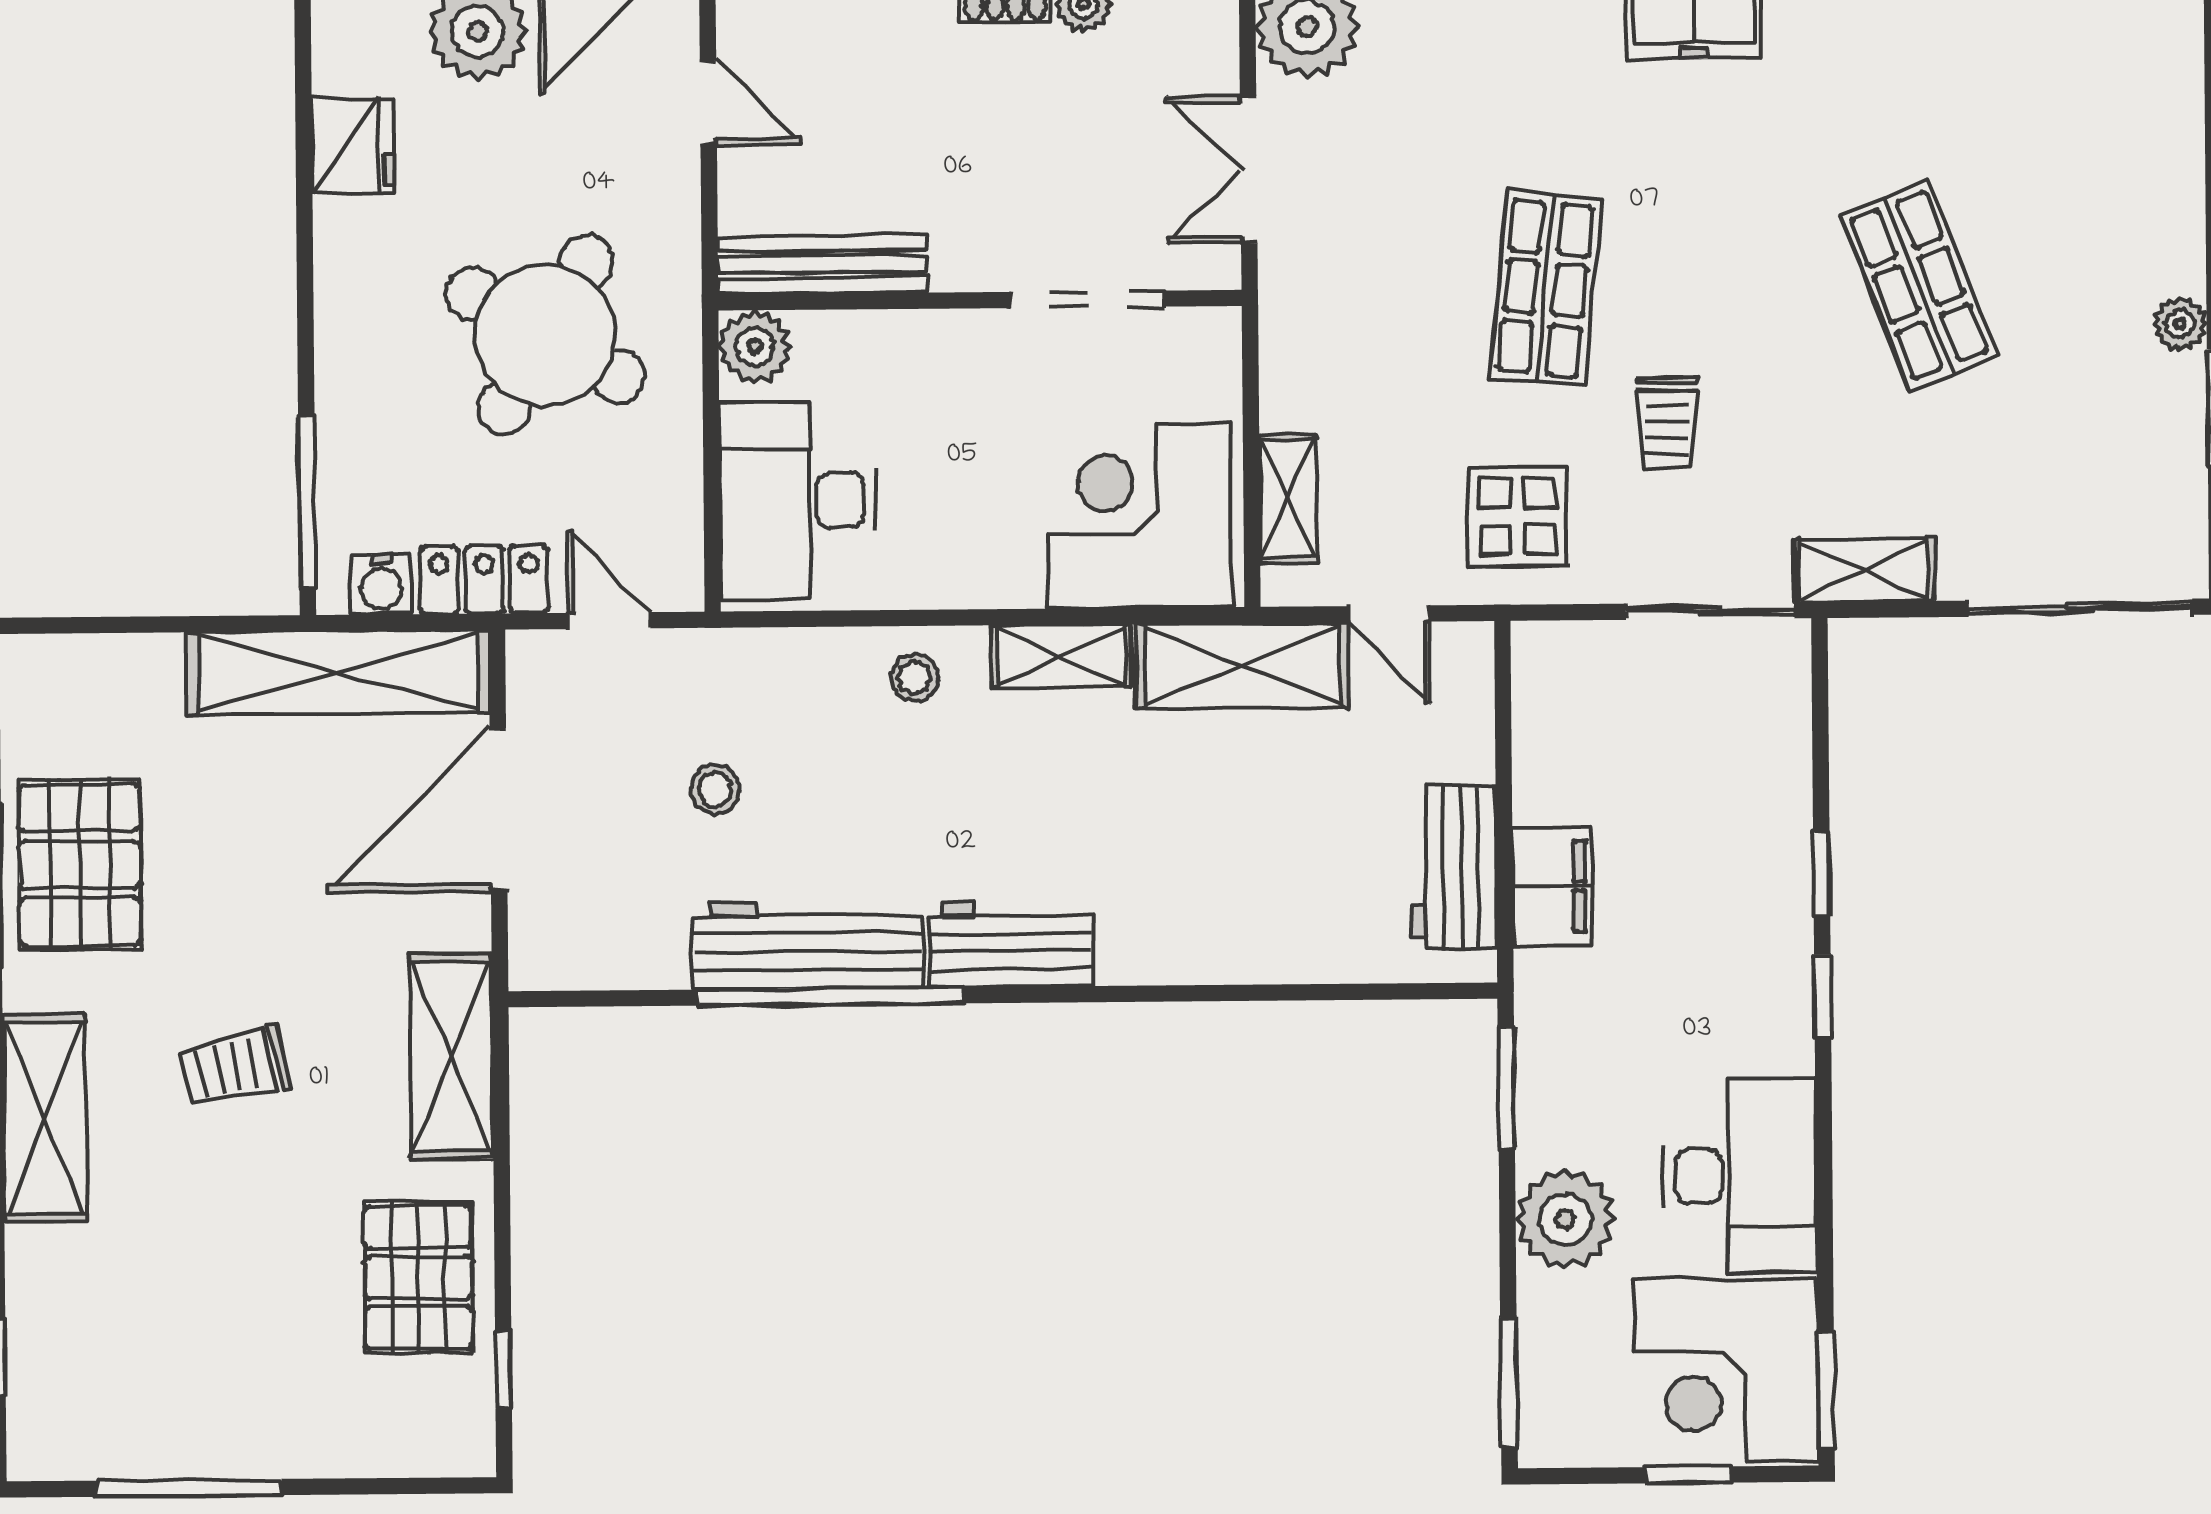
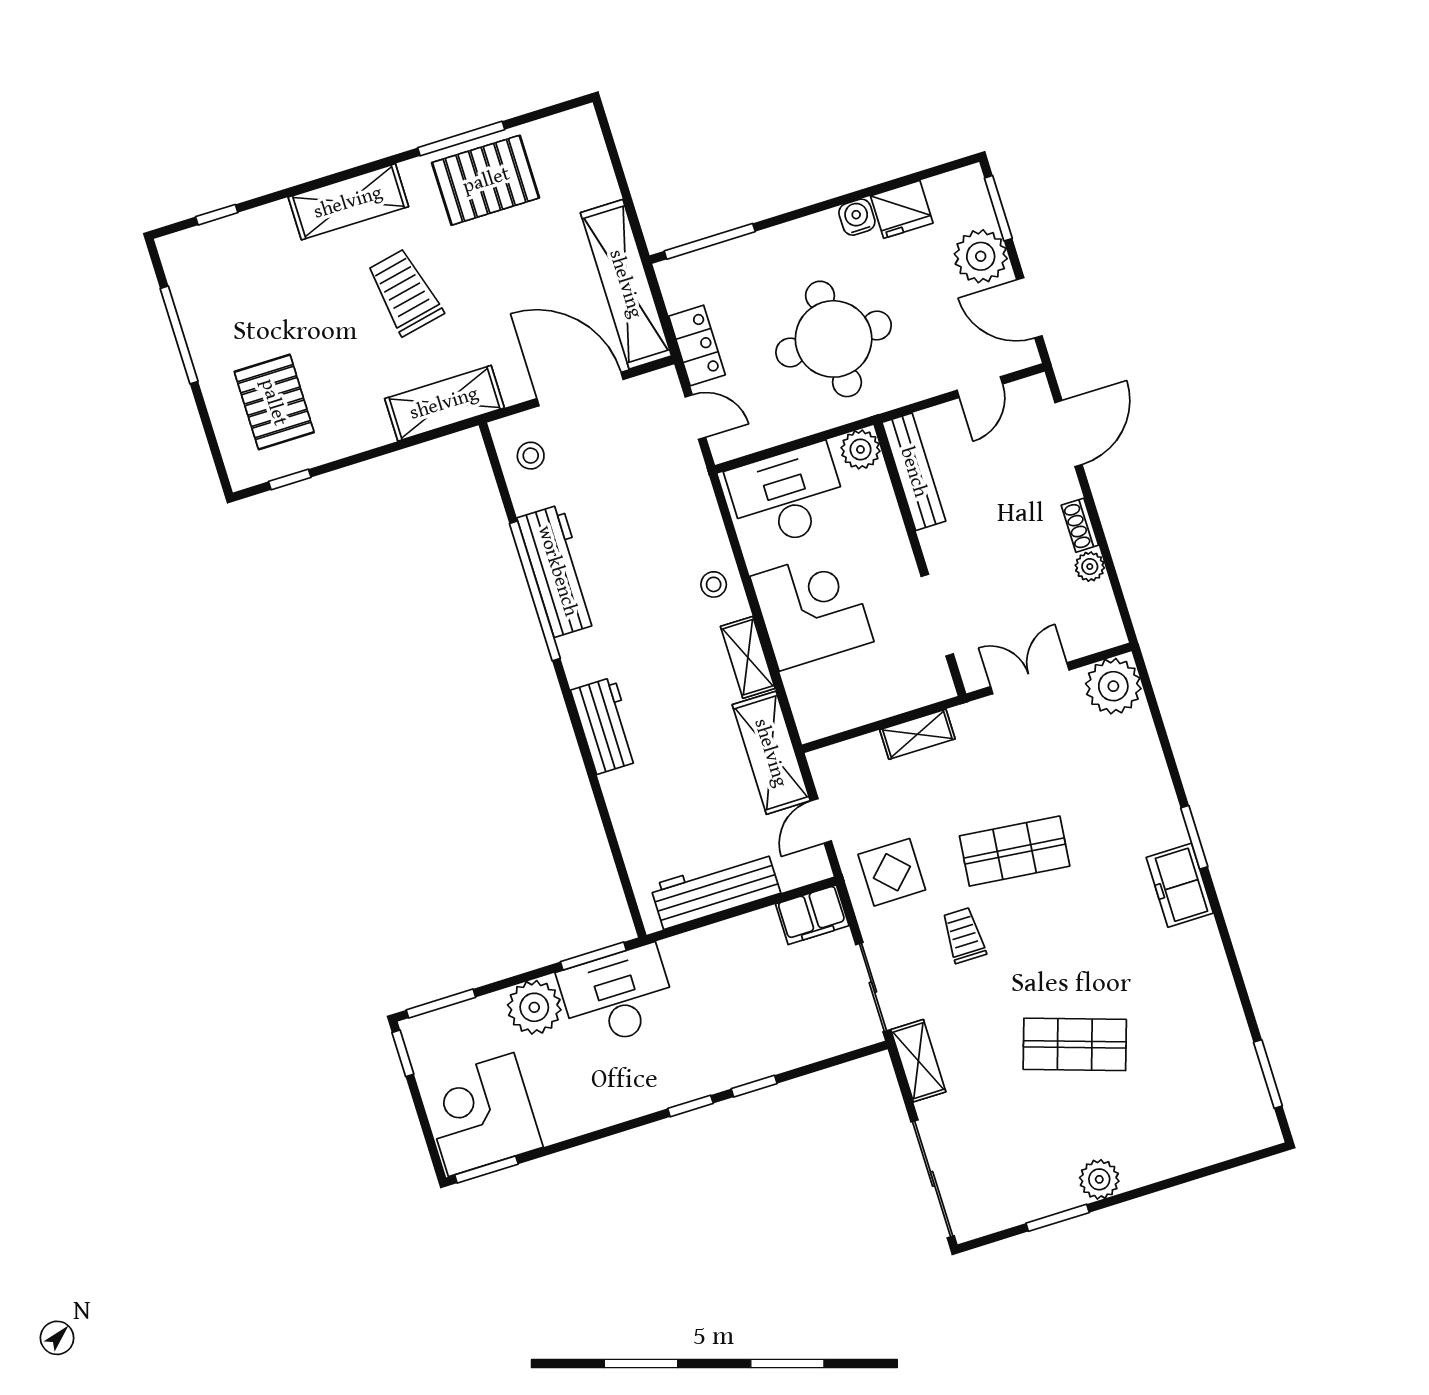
shop shelf: (1919, 285) -> (1075, 1044), turned 39
plant: (2180, 324) -> (1099, 1179), width x1.38, depth x1.38
round table: (545, 335) -> (834, 339), turned -30
trolley: (1667, 423) -> (964, 935), turned 90
shelving: (1288, 499) -> (917, 734), moved
corner desk: (1139, 516) -> (812, 609), moved
water cooler: (381, 584) -> (857, 217), moved, turned 90
door: (610, 621) -> (695, 417), hinge flipped
stool: (715, 789) -> (531, 456), moved
workbench: (1454, 868) -> (715, 889), width x1.38
filing cabinet: (1552, 886) -> (812, 915), moved
workbench: (1010, 945) -> (605, 726), moved
trolley: (234, 1067) -> (405, 292), width x1.36, depth x1.39
desk: (1740, 1176) -> (617, 996), moved, turned 180
pallet: (418, 1278) -> (274, 402), moved, turned 90
window: (1688, 1475) -> (403, 1053), moved

